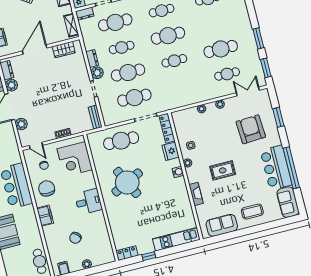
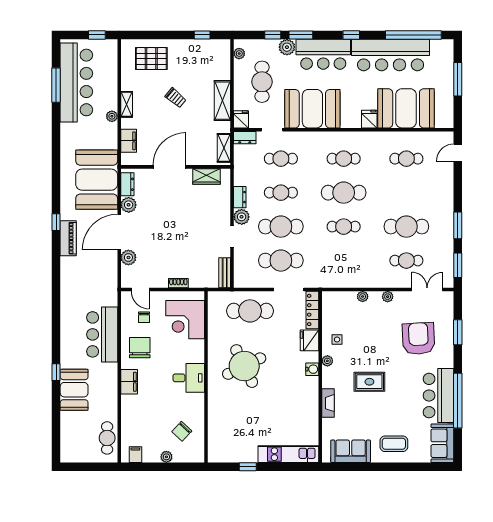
cafe table: (115, 22) -> (281, 159), width x0.73, depth x0.74
chair: (75, 238) -> (182, 431), moved
locker: (127, 253) -> (221, 456), removed

